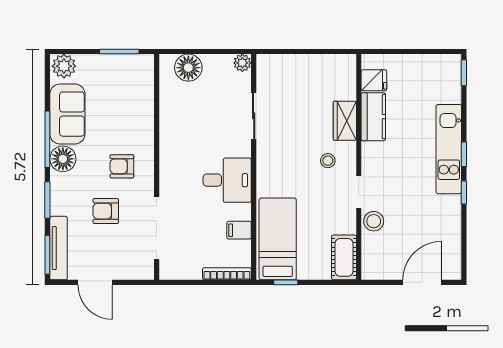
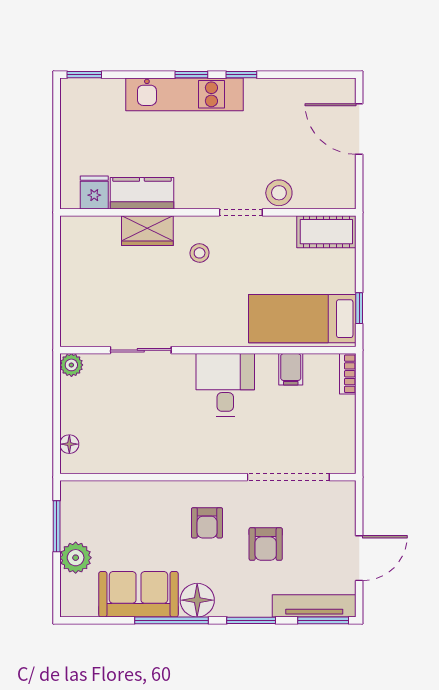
plant: (64, 66) -> (76, 558), moved
floor lamp: (188, 68) -> (69, 444), width x0.53, depth x0.53
bookcase: (227, 274) -> (348, 374), width x0.64

